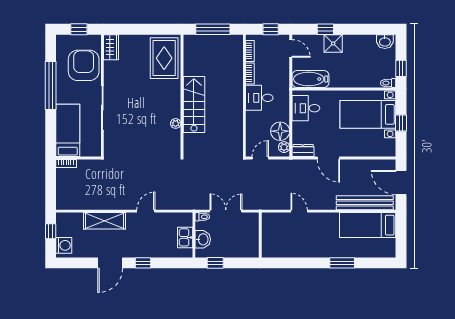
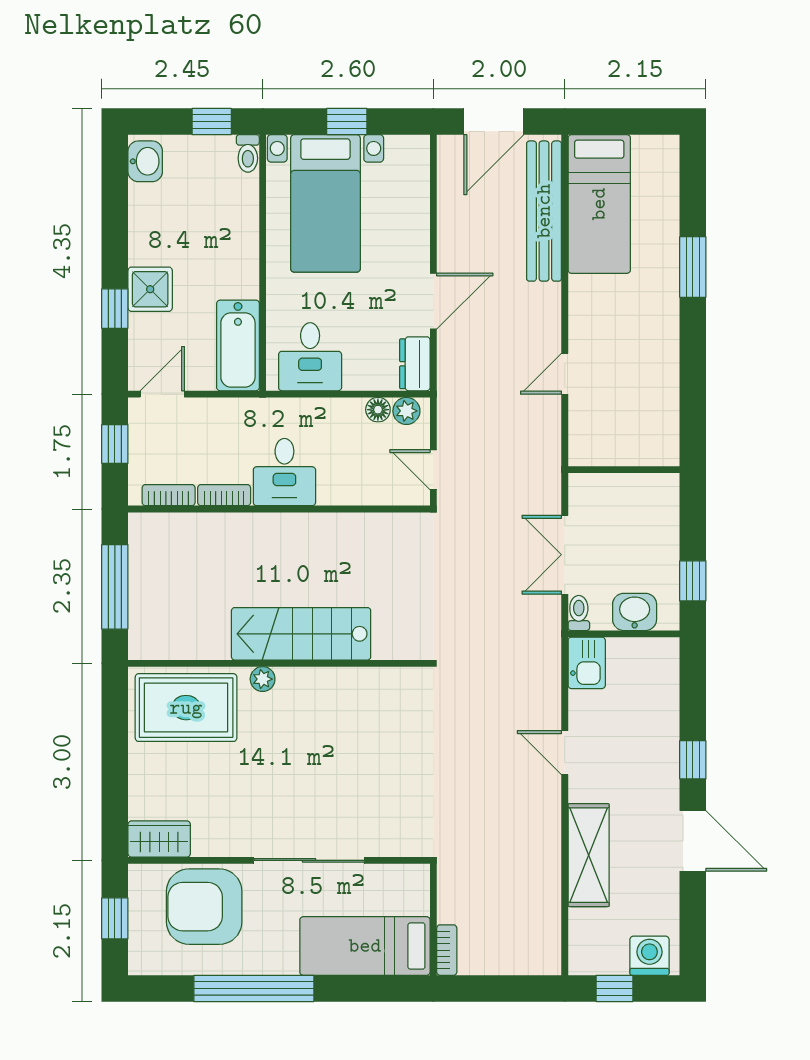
plant: (176, 123) -> (263, 679), moved
floor lamp: (280, 131) -> (378, 410), width x0.53, depth x0.53
kitchen sink: (185, 237) -> (587, 663), moved, turned -90

